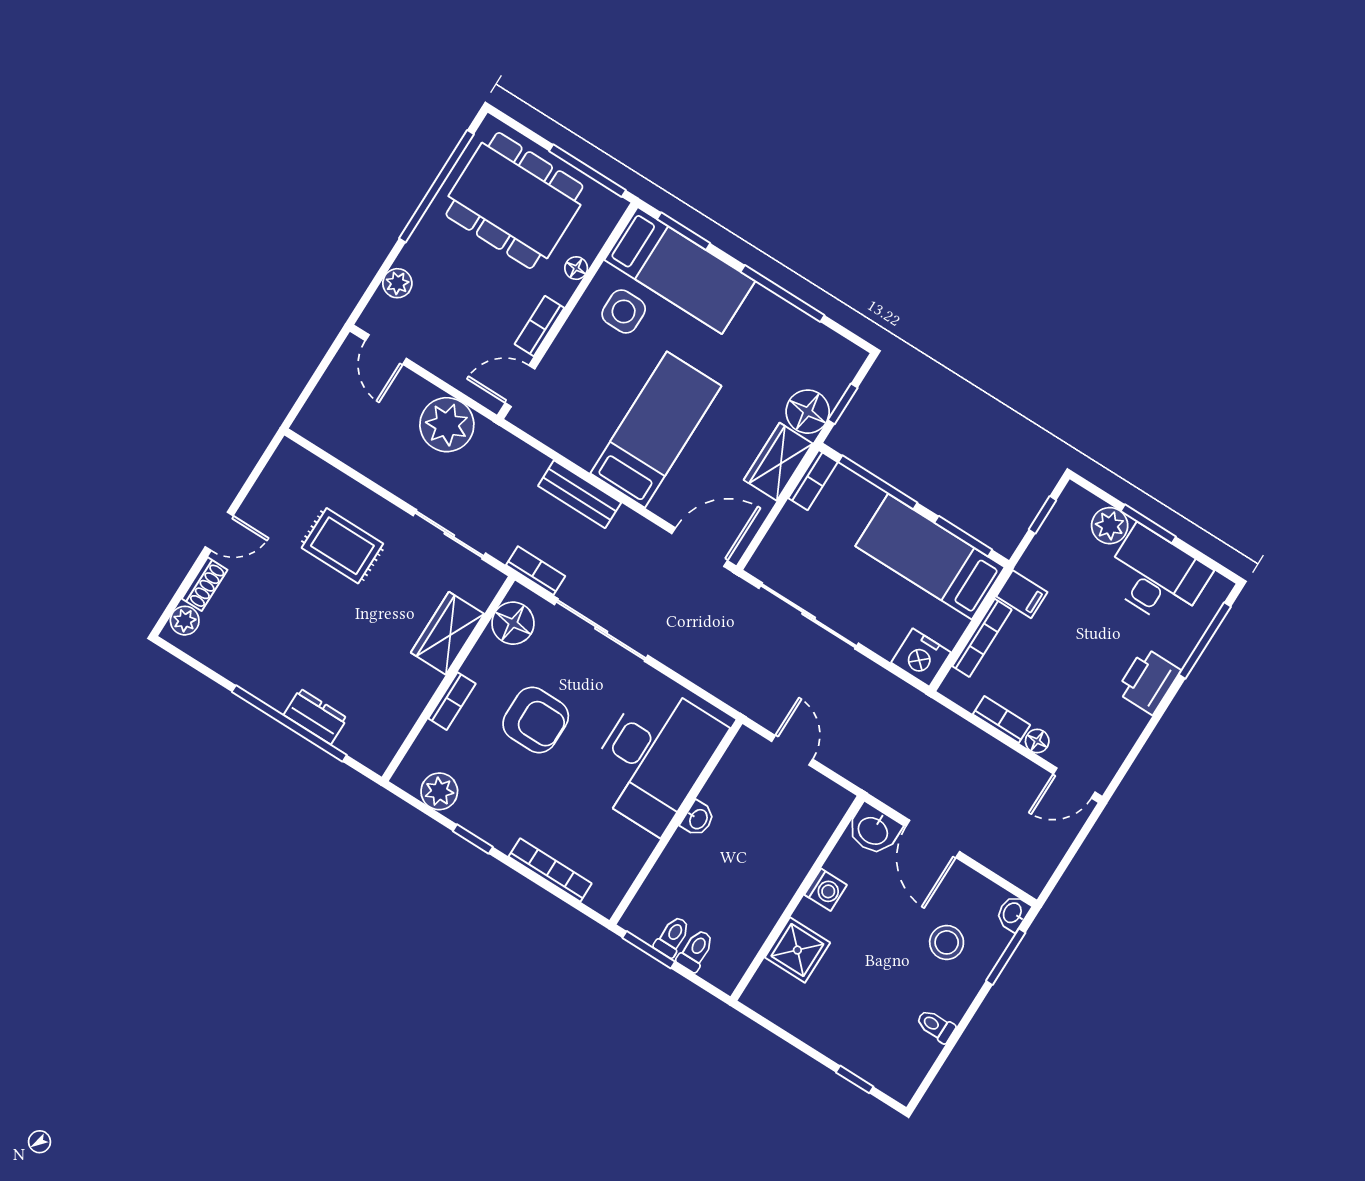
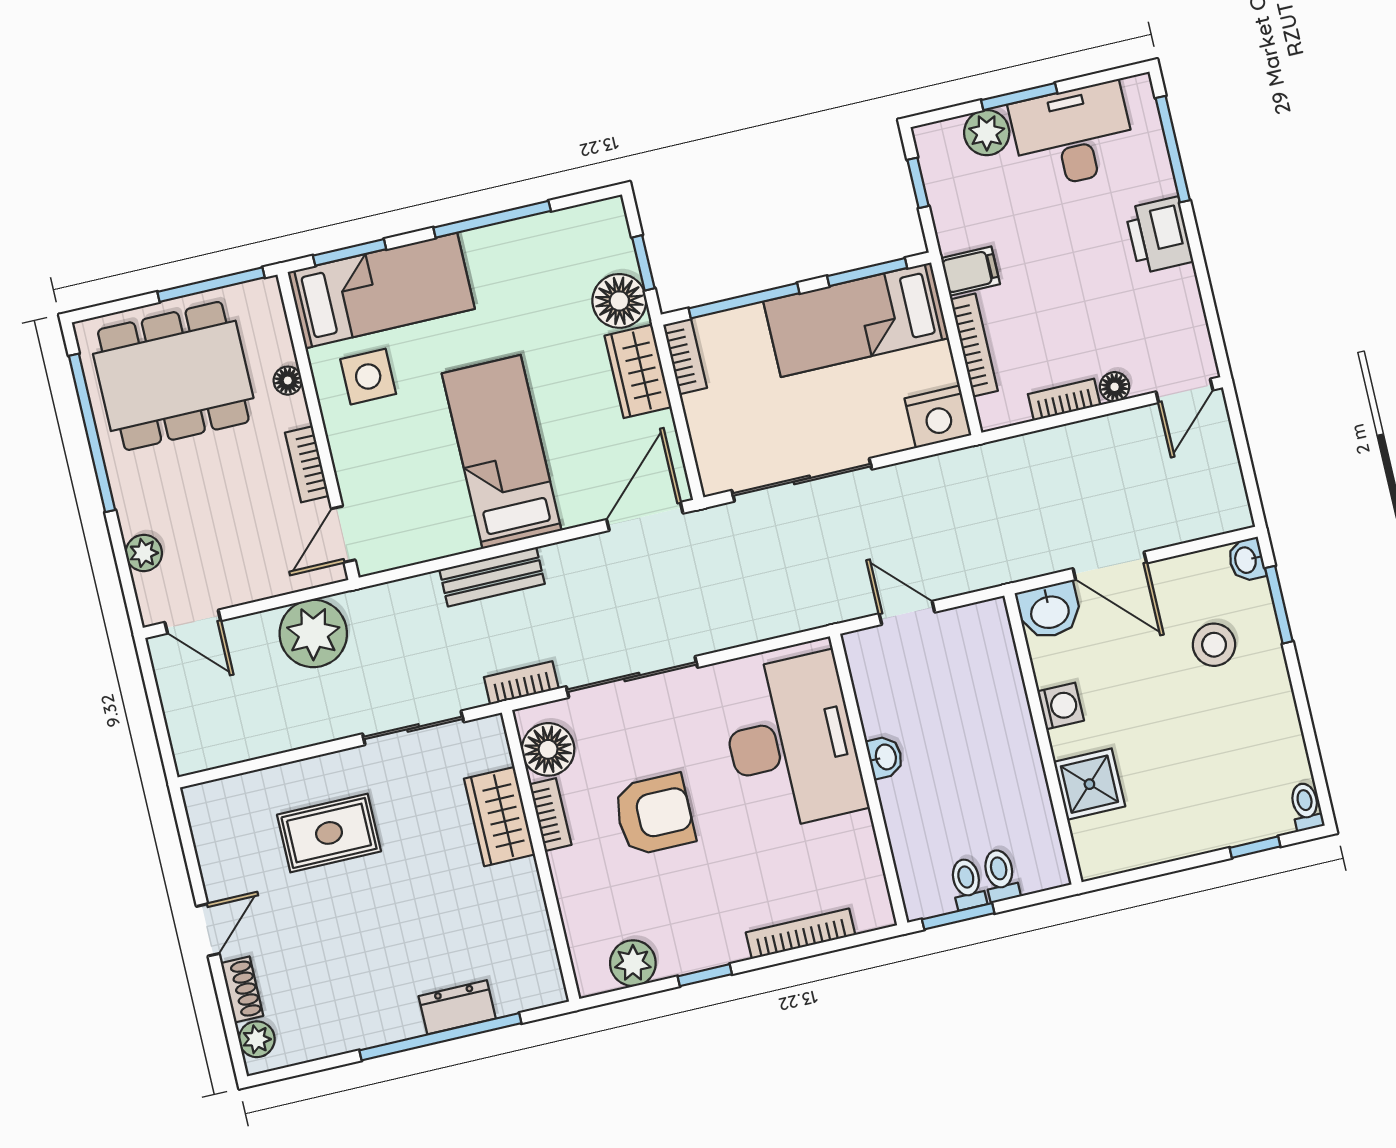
bookcase: (452, 701) -> (550, 815), moved
toilet: (936, 1026) -> (1306, 806), moved, turned 90

